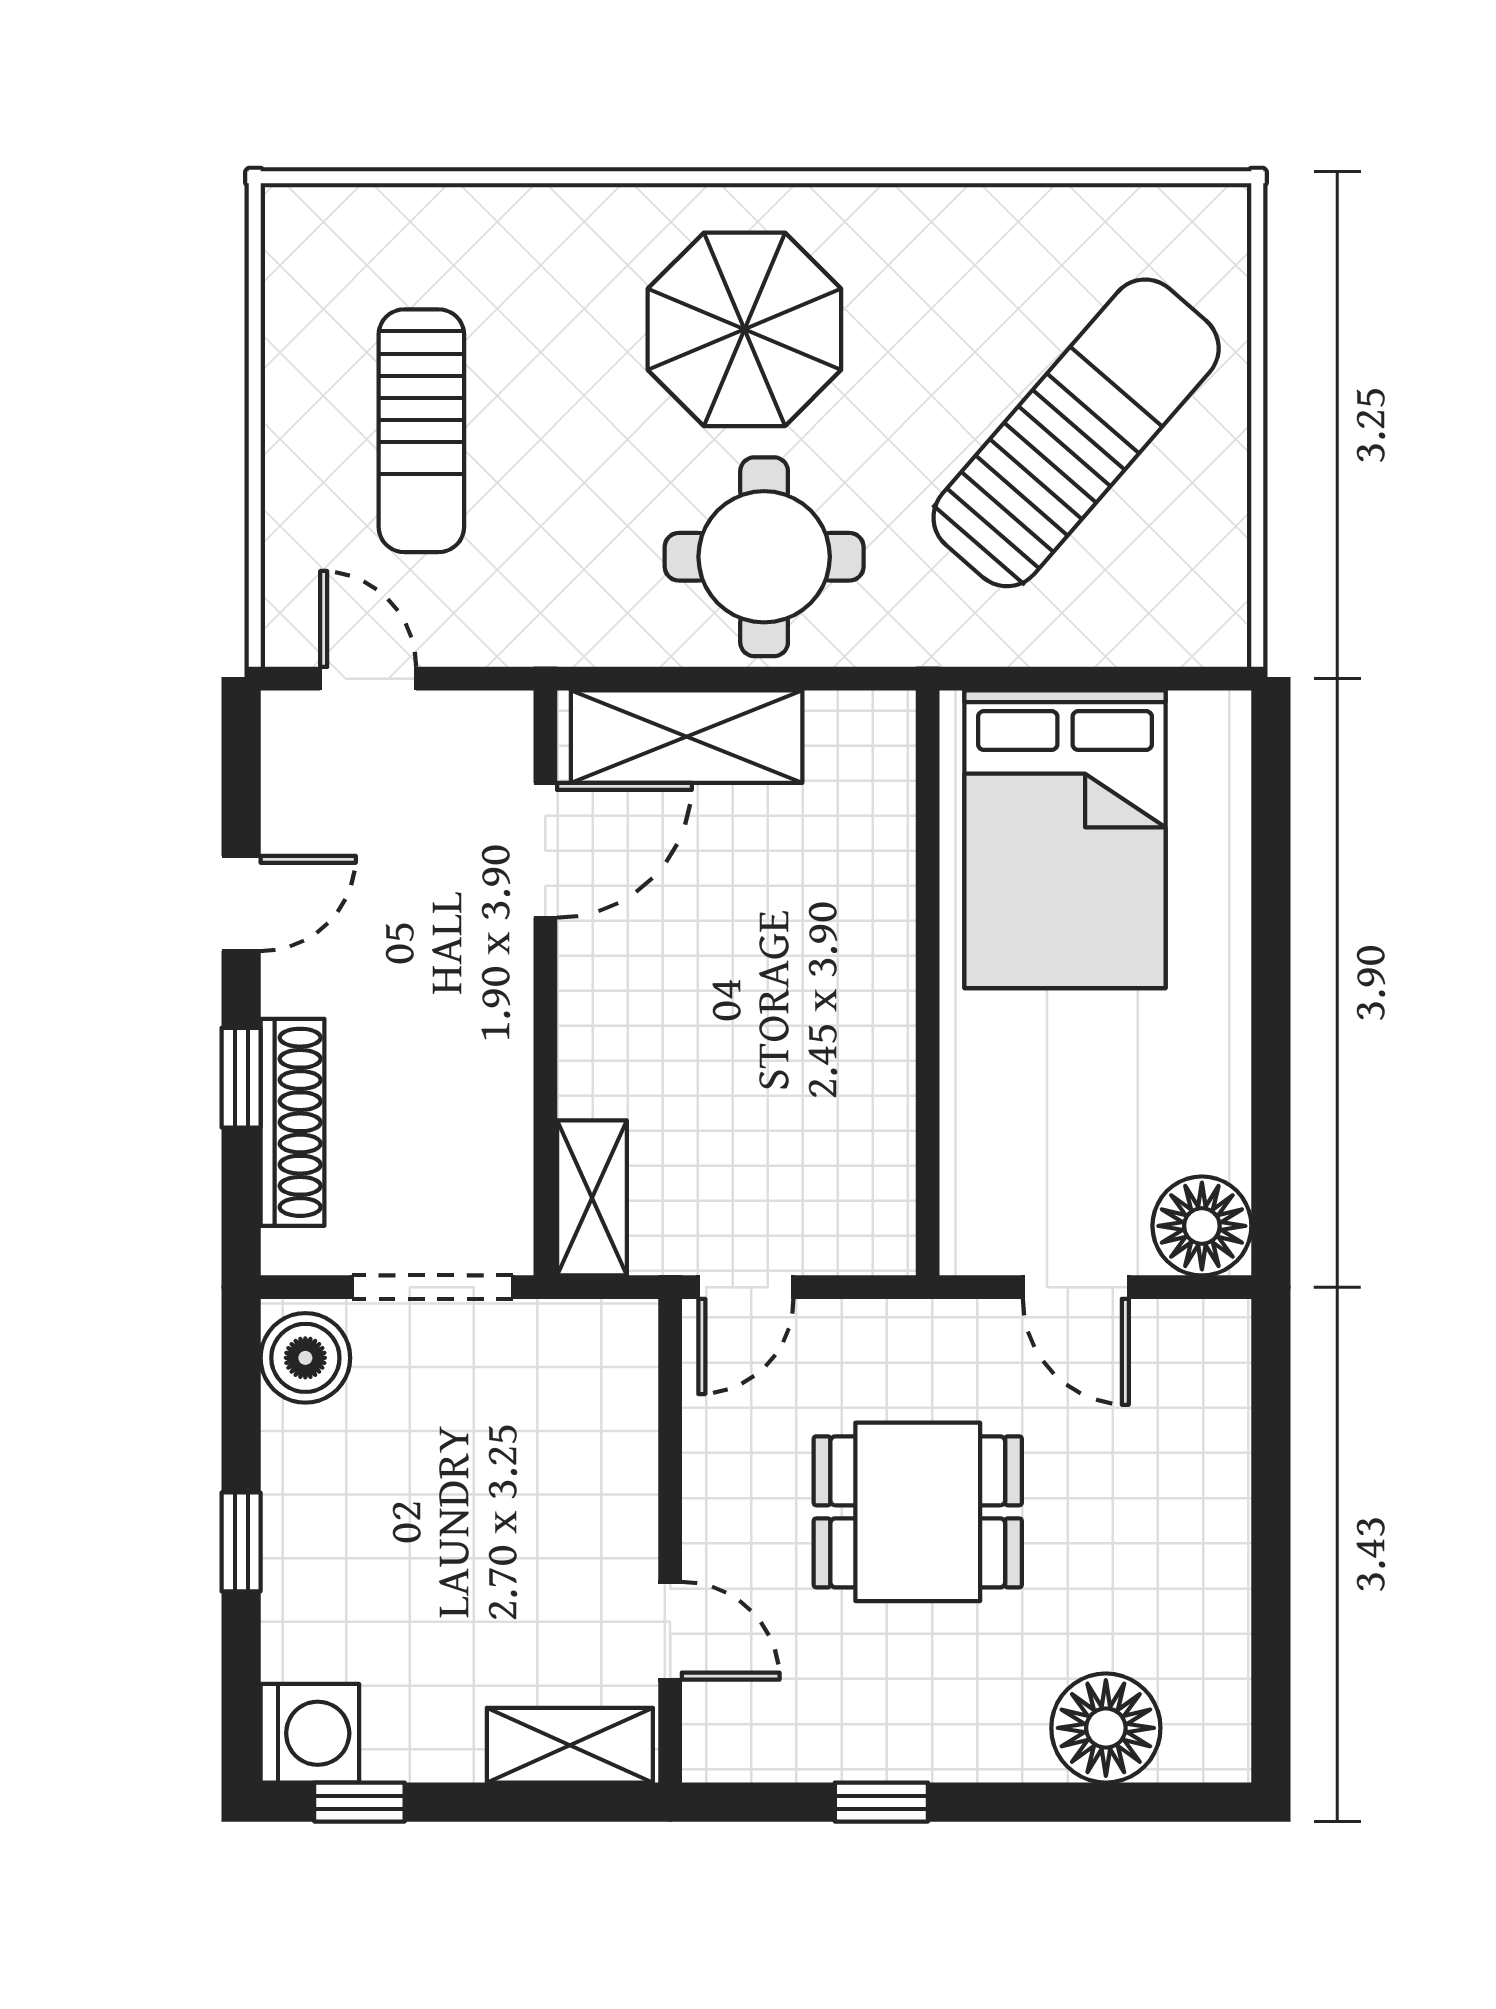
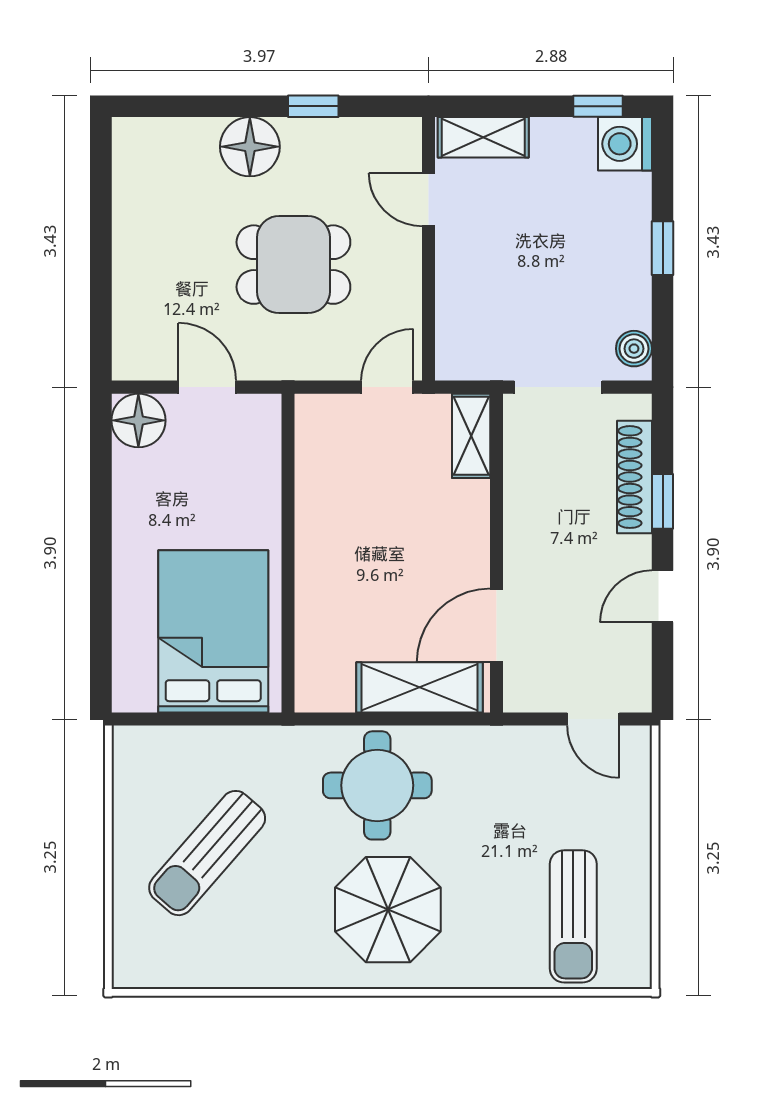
sun lounger: (421, 431) -> (573, 916), moved, turned 180
sun lounger: (1076, 433) -> (207, 853), width x0.73, depth x0.75
boiler: (305, 1358) -> (634, 349), width x0.73, depth x0.73
floor lamp: (1106, 1728) -> (250, 147), moved

